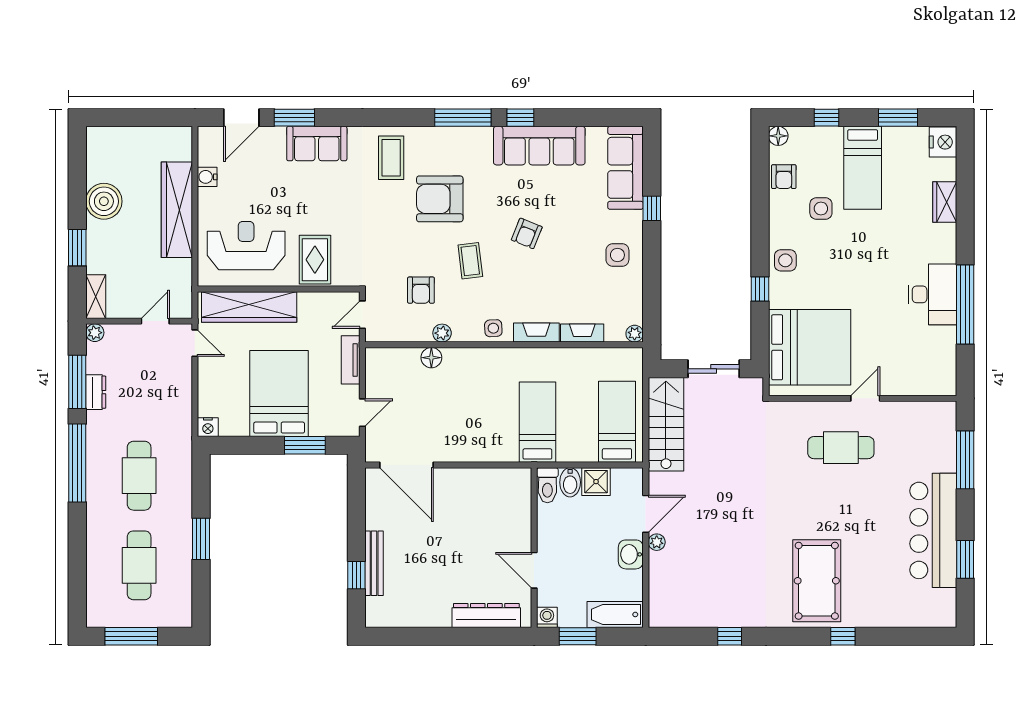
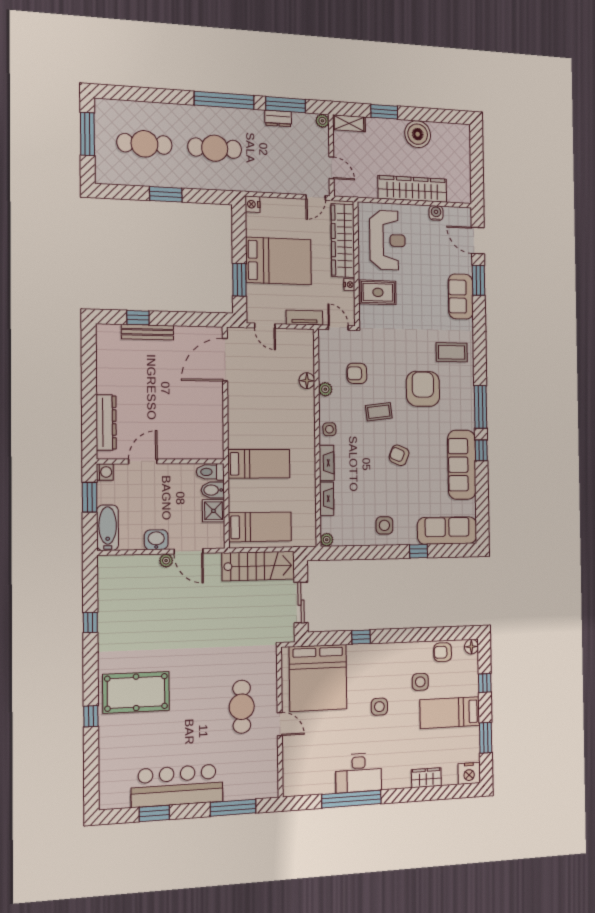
side table: (785, 260) -> (379, 707), moved
nightstand: (306, 299) -> (349, 285), added

